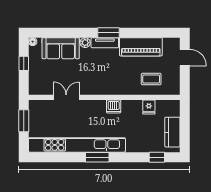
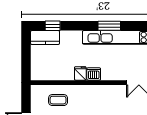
fridge: (149, 107) -> (80, 73), moved
kitchen counter: (172, 132) -> (45, 37), moved, turned 90

